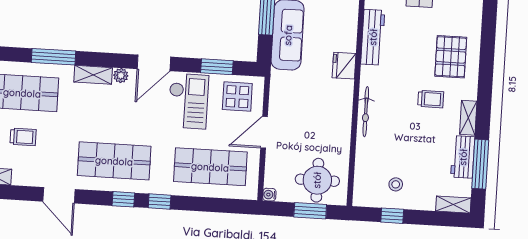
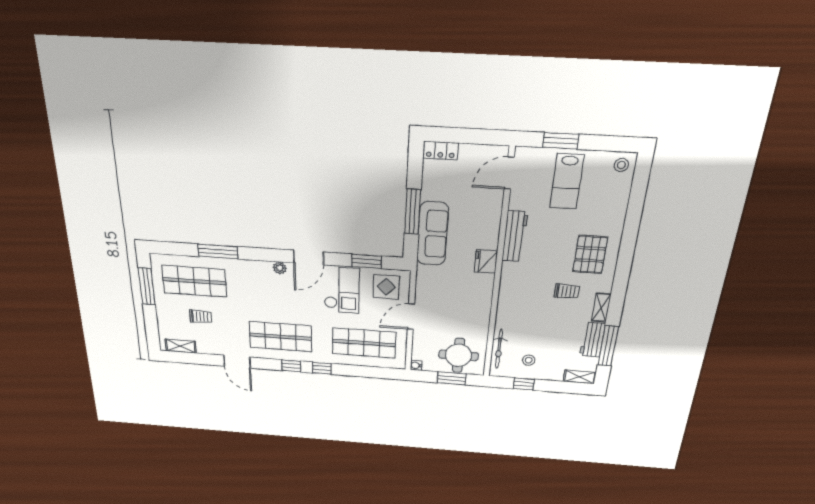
shelving: (93, 75) -> (255, 267), removed
bicycle: (366, 112) -> (499, 349), moved

